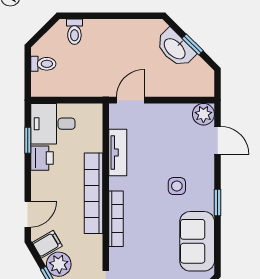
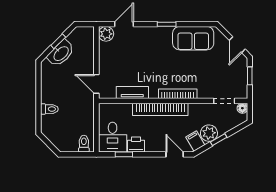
toilet: (74, 32) -> (49, 109), moved
toilet: (43, 64) -> (84, 144), moved
side table: (177, 186) -> (155, 52), removed

